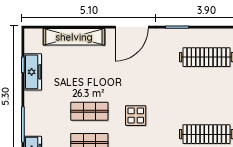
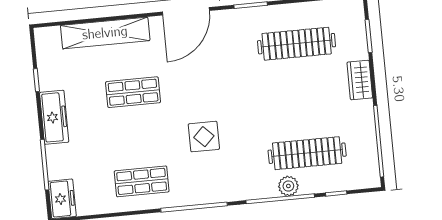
freezer: (33, 72) -> (54, 117), moved
shop shelf: (89, 111) -> (133, 92), moved

